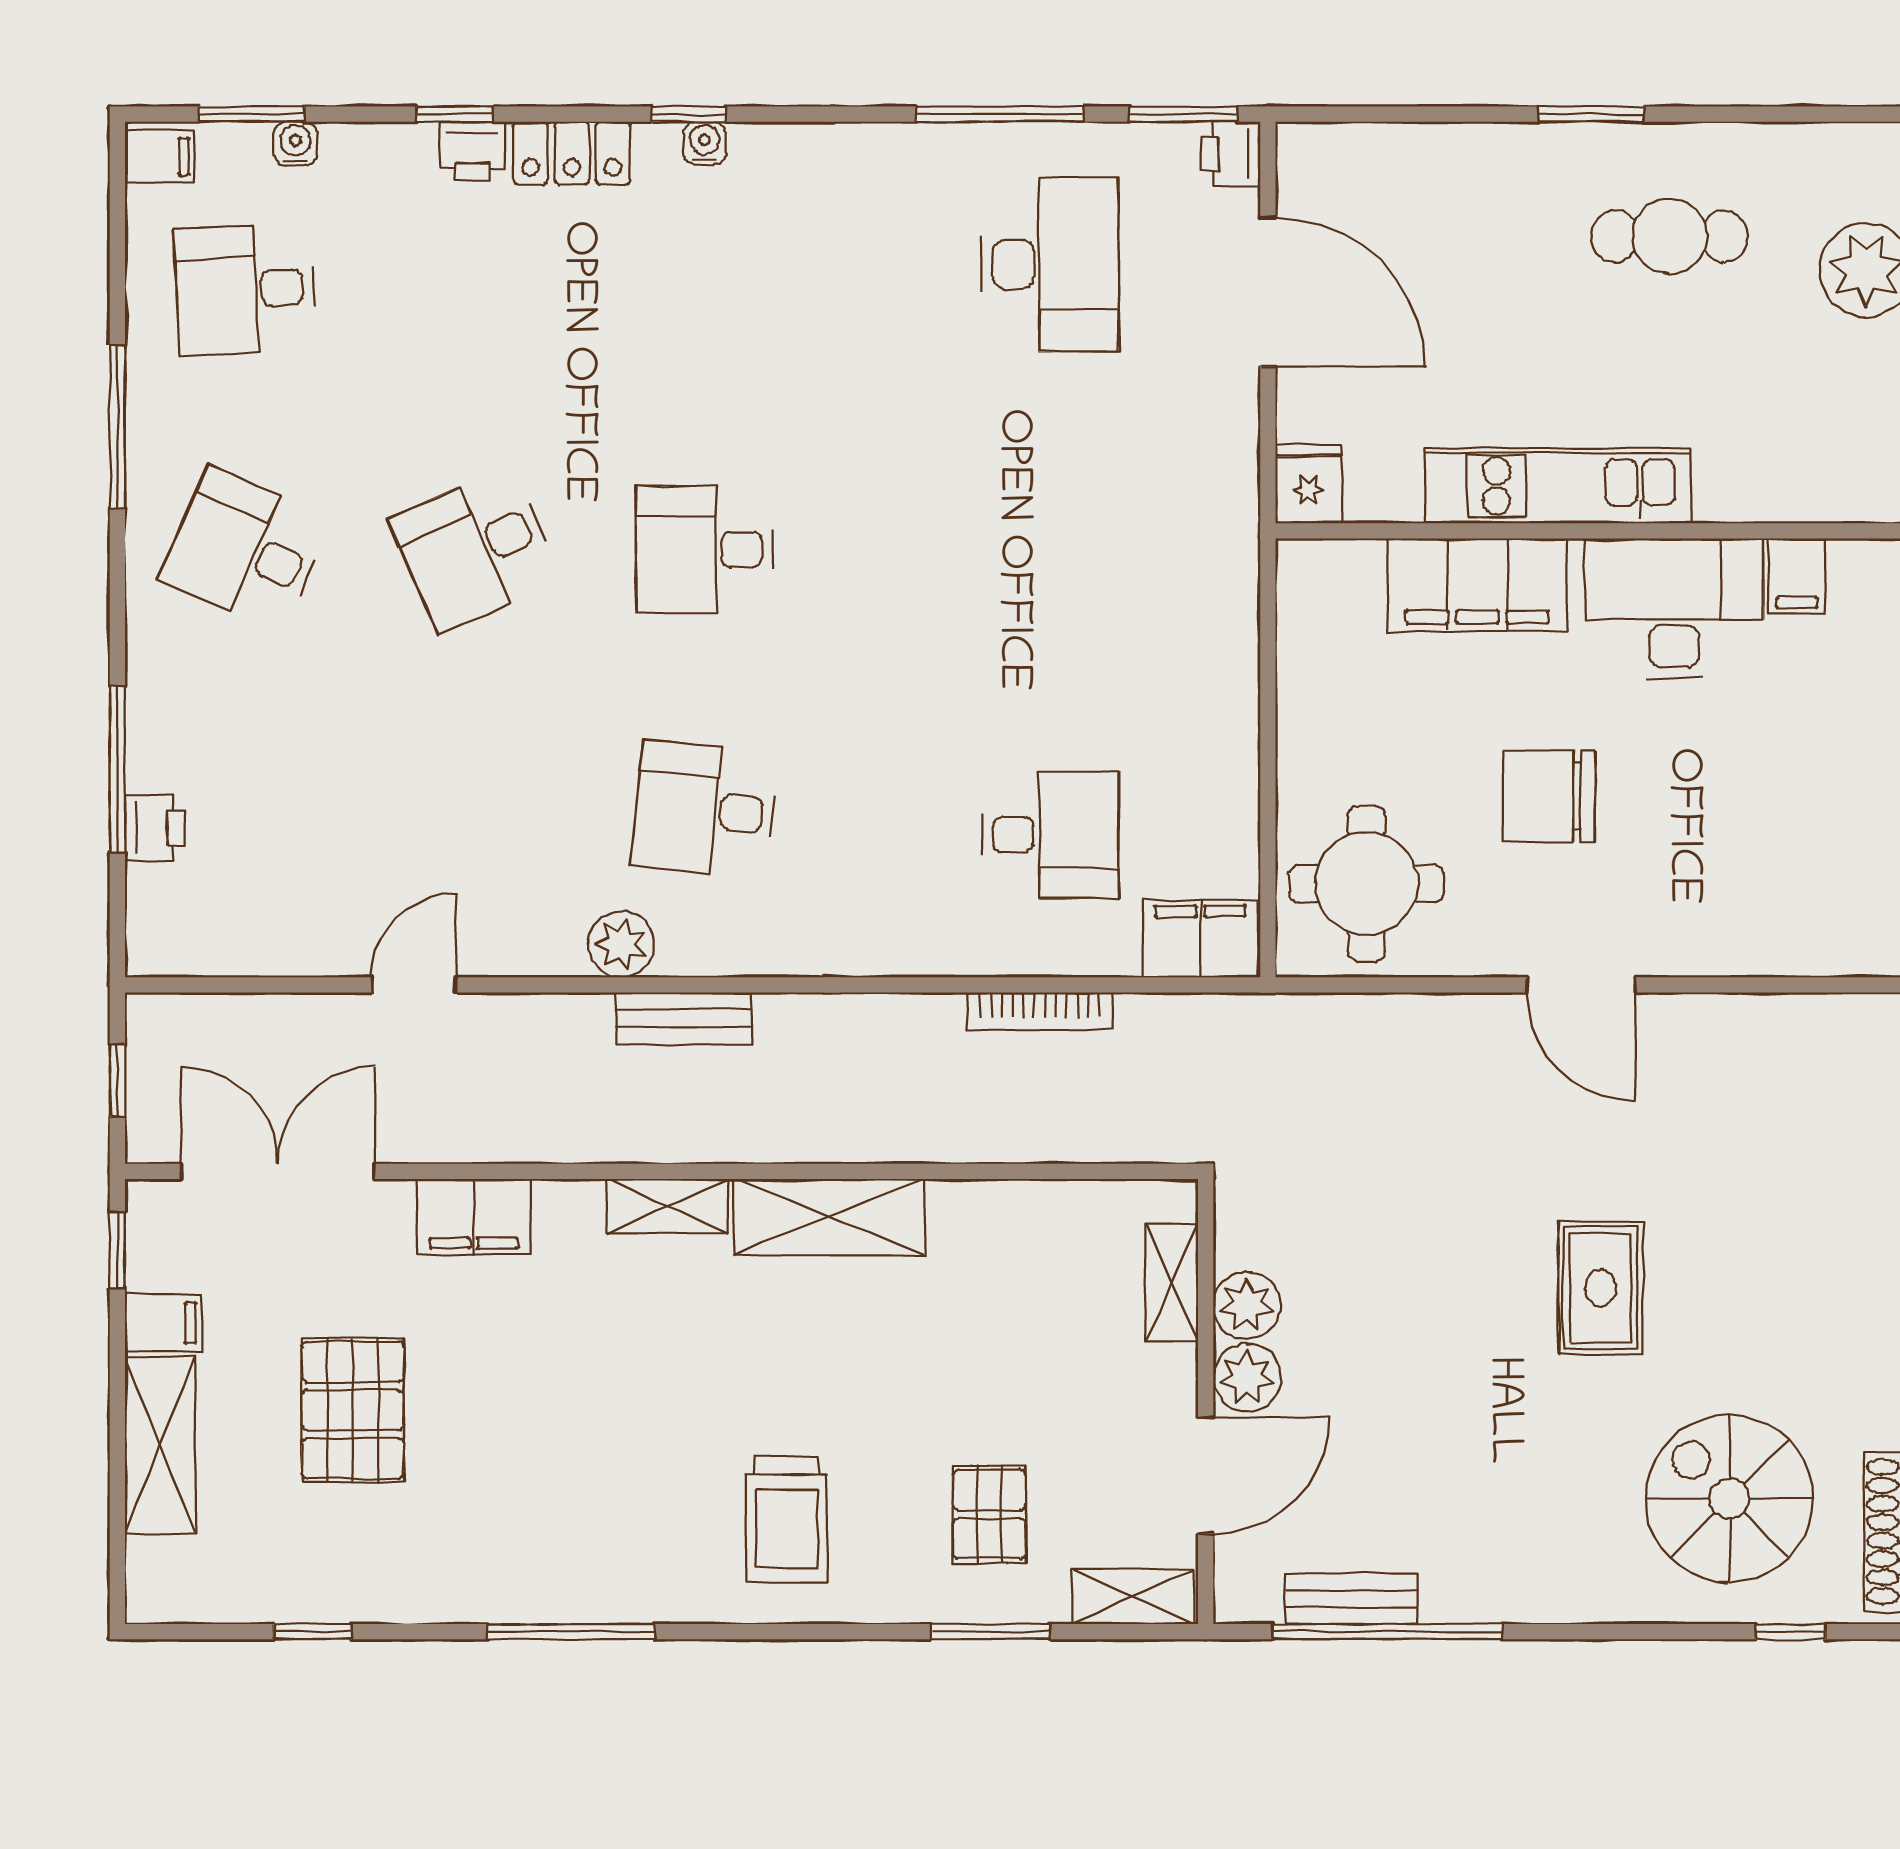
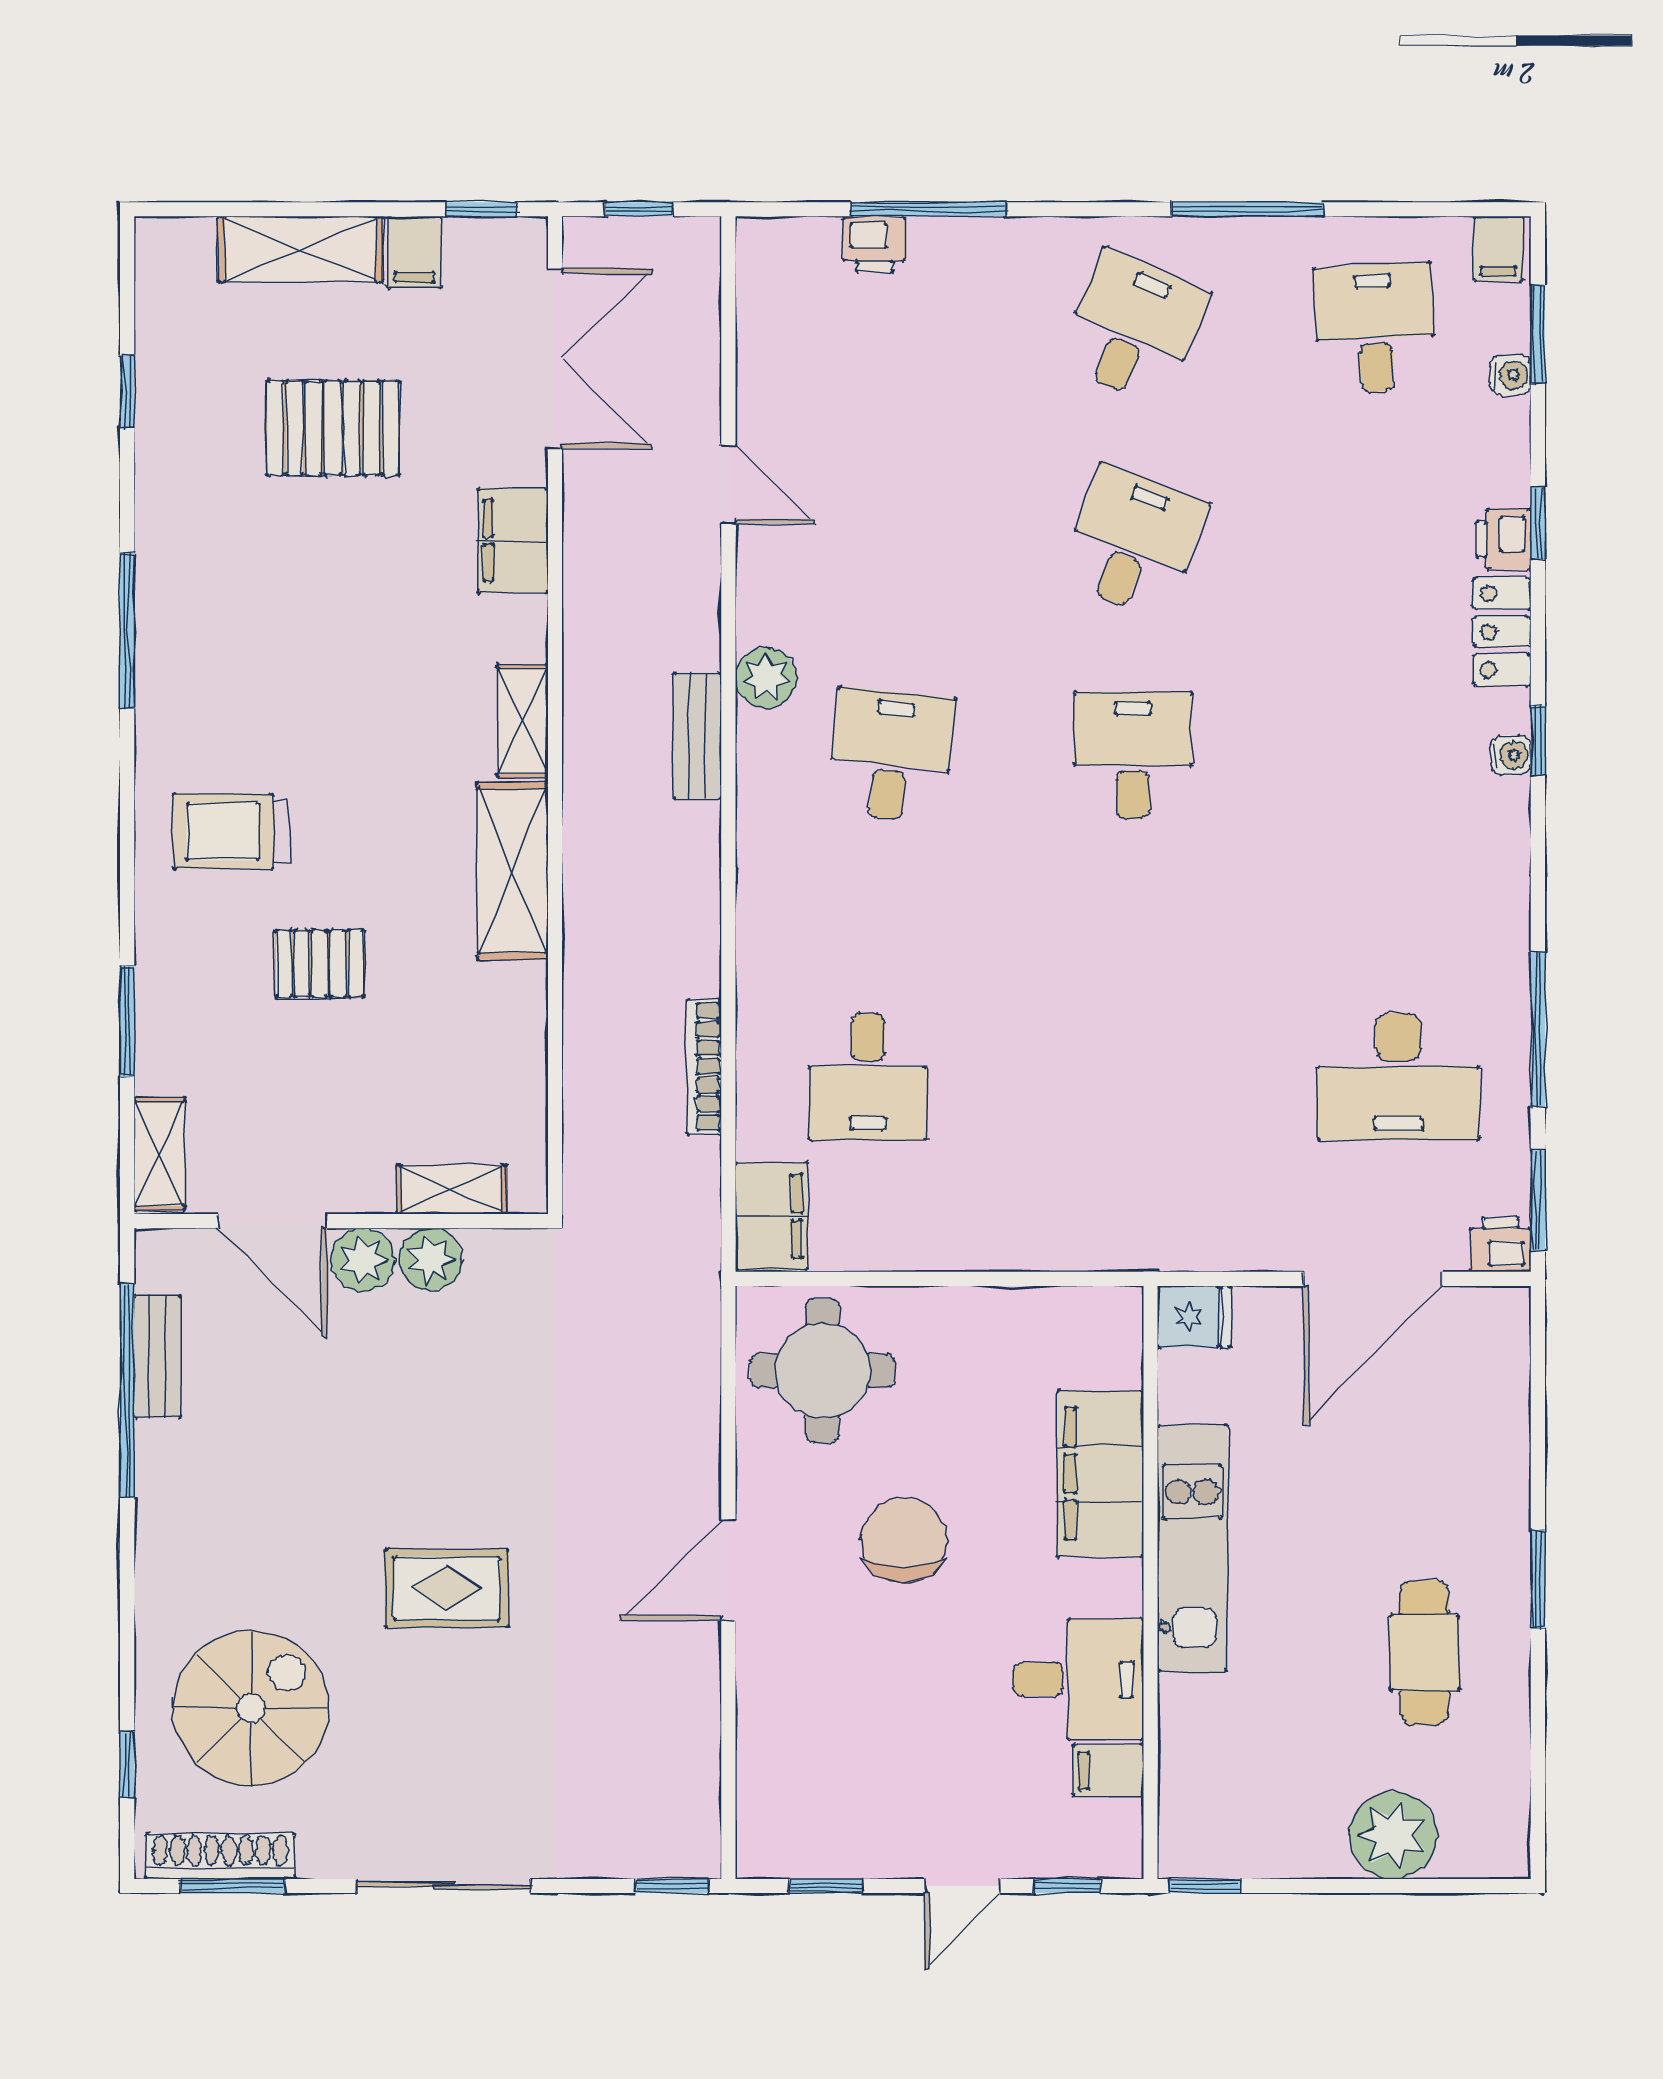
desk: (475, 549) -> (1133, 542), turned 45
desk: (1674, 608) -> (1078, 1679), width x0.73
pallet: (989, 1514) -> (320, 964), moved

